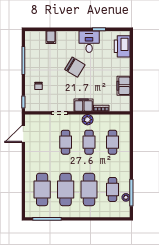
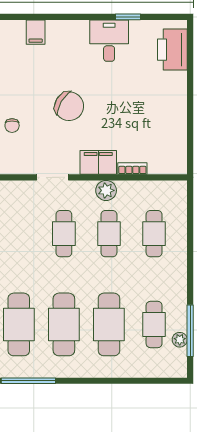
chair: (75, 67) -> (69, 106), moved
filing cabinet: (123, 86) -> (175, 125), removed

